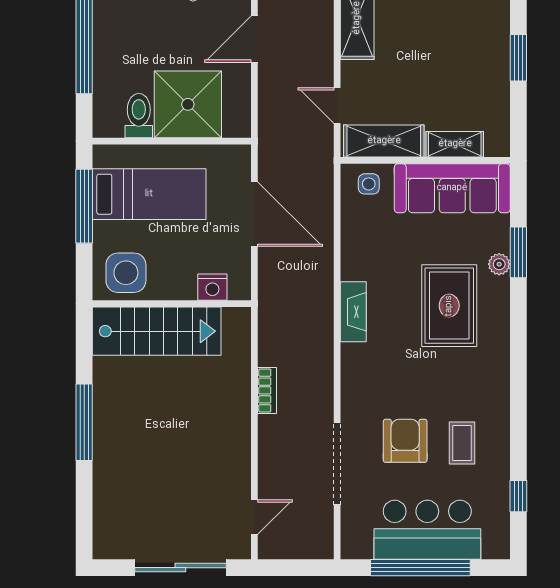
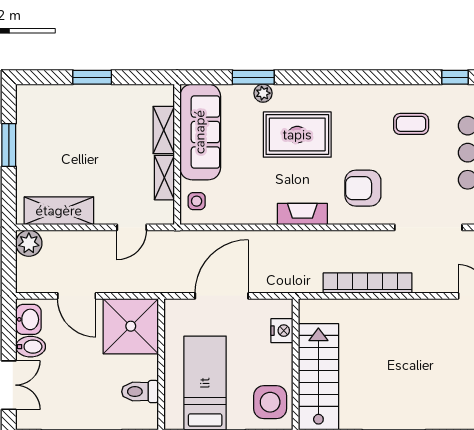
shower: (188, 104) -> (131, 326), moved
shelving: (384, 141) -> (164, 178), width x0.67, depth x0.75
bookcase: (267, 390) -> (368, 283), width x2.31, depth x1.31
armchair: (405, 441) -> (363, 188), moved

